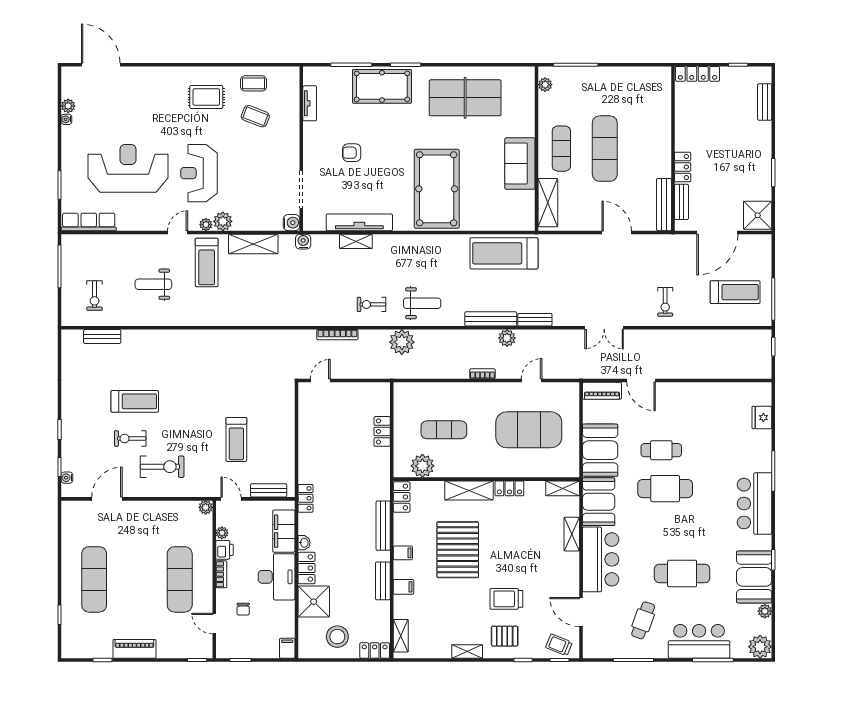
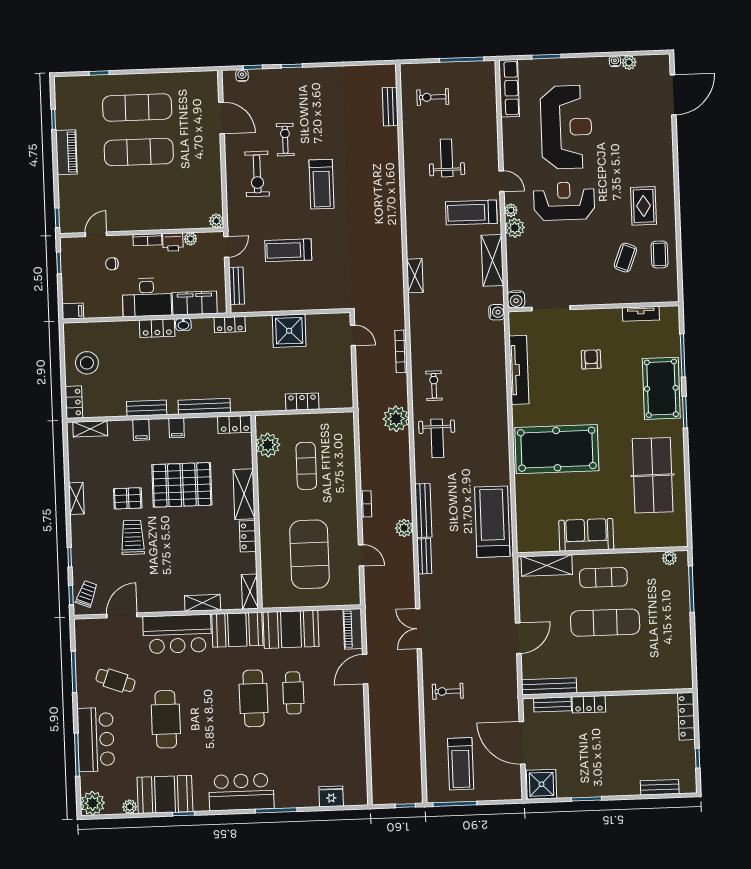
shelving: (356, 241) -> (415, 276), moved
treadmill: (135, 401) -> (321, 184), moved
exercise mat: (180, 579) -> (139, 152), moved
shower: (314, 602) -> (289, 331), moved
pallet: (505, 636) -> (128, 498), moved, turned 90

